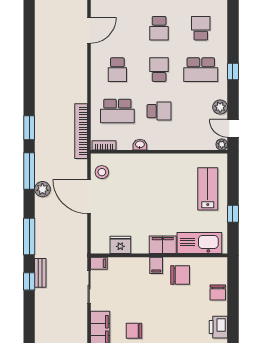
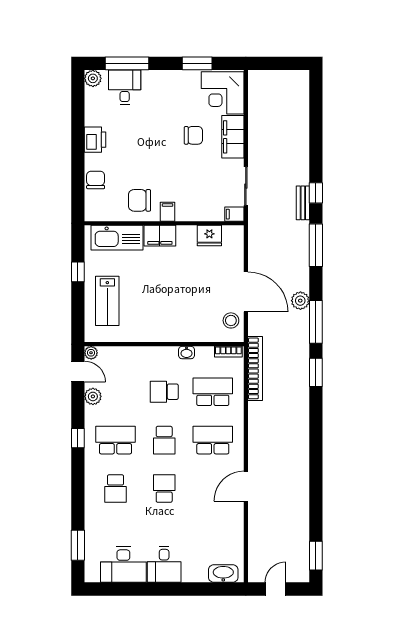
school desk: (117, 70) -> (213, 440), width x1.85

